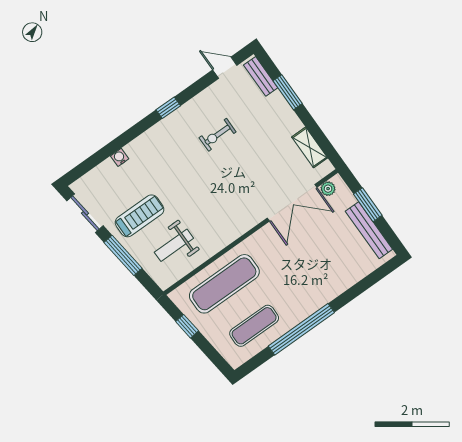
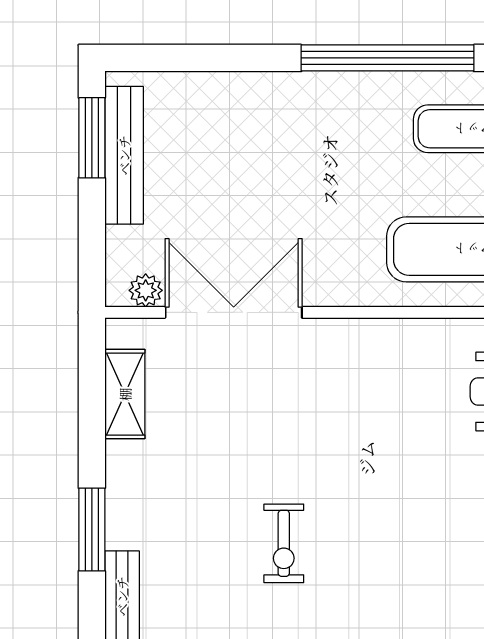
exercise bike: (218, 135) -> (284, 543), turned 90
window: (368, 205) -> (92, 138), moved

